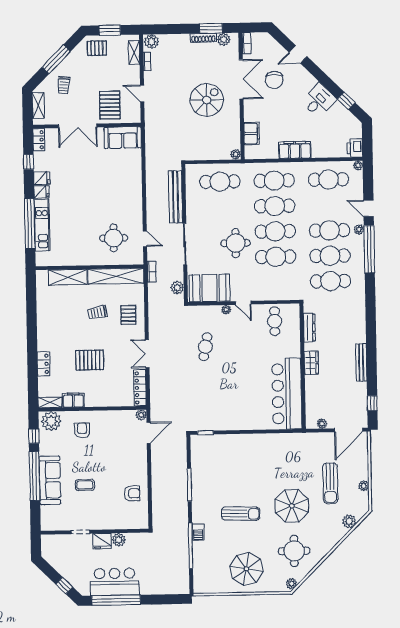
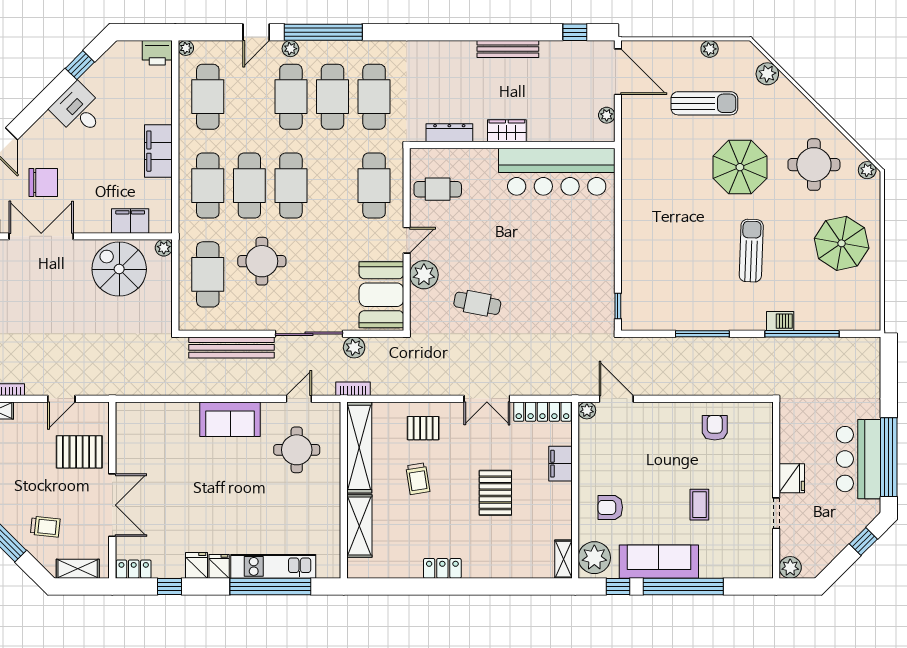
spiral stairs: (207, 100) -> (119, 269), moved
sofa: (123, 138) -> (230, 419), moved, turned 90
round table: (236, 243) -> (262, 261), moved
cafe table: (276, 257) -> (374, 186), moved
plant: (177, 288) -> (354, 347), moved
plant: (226, 310) -> (424, 275), width x1.87, depth x1.87
locker: (44, 364) -> (442, 568), moved
filing cabinet: (73, 400) -> (561, 464), moved
sofa: (50, 480) -> (659, 562), moved
plant: (119, 540) -> (790, 567), moved

